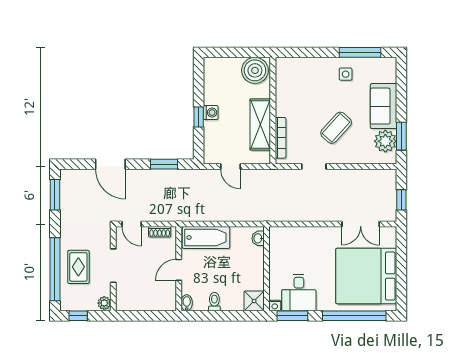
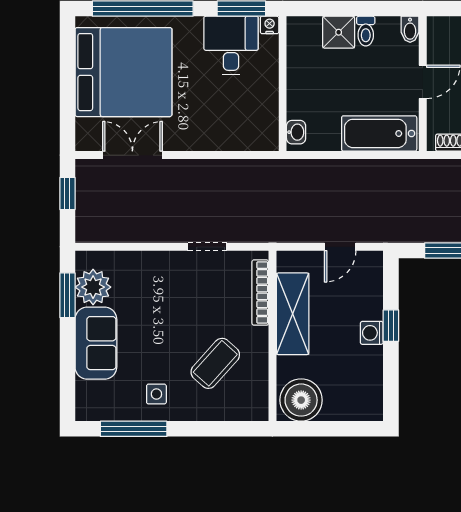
coffee table: (336, 128) -> (215, 363), moved
door: (230, 167) -> (340, 247), swing flipped
shower: (254, 301) -> (339, 32), moved

